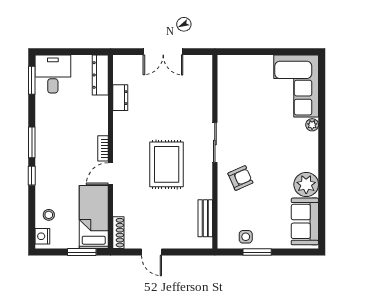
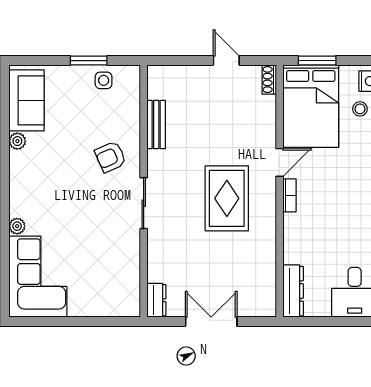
dresser: (120, 98) -> (156, 300), moved, turned 180
rug: (167, 164) -> (227, 198), moved
plant: (306, 184) -> (17, 141), width x0.53, depth x0.53
bed: (94, 217) -> (311, 106), width x1.50
bench: (205, 218) -> (156, 125), moved
shoe rack: (118, 233) -> (269, 79), width x0.70

